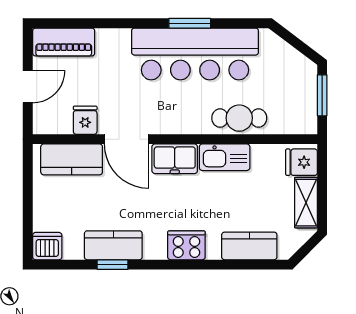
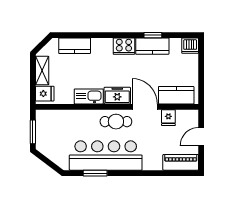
window: (190, 23) -> (95, 173), moved
cafe table: (239, 118) -> (116, 122), moved
cooker: (186, 245) -> (124, 46), moved

